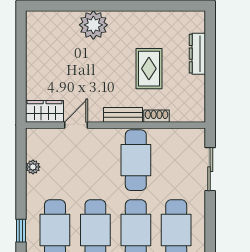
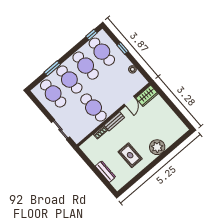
rug: (149, 69) -> (130, 155), moved
window: (21, 231) -> (123, 48), moved

